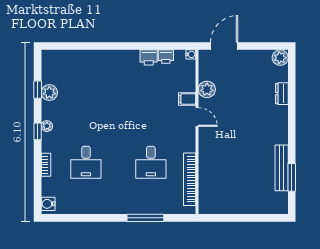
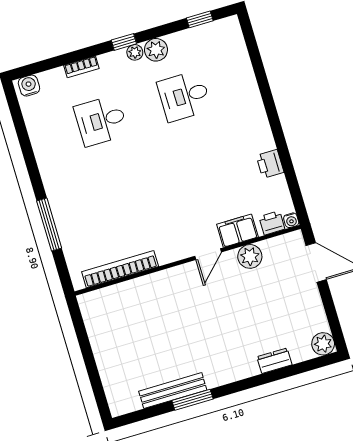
printer: (166, 57) -> (272, 223), moved, turned 90
window: (38, 90) -> (200, 19), moved
plant: (49, 93) -> (156, 50), moved
filing cabinet: (187, 99) -> (237, 231), width x2.00
desk: (151, 162) -> (184, 96), moved
window: (292, 177) -> (192, 400), moved

